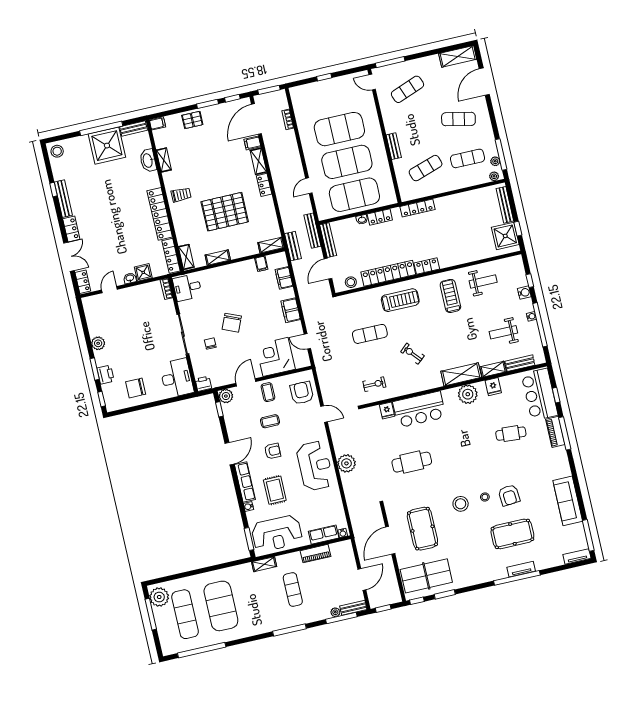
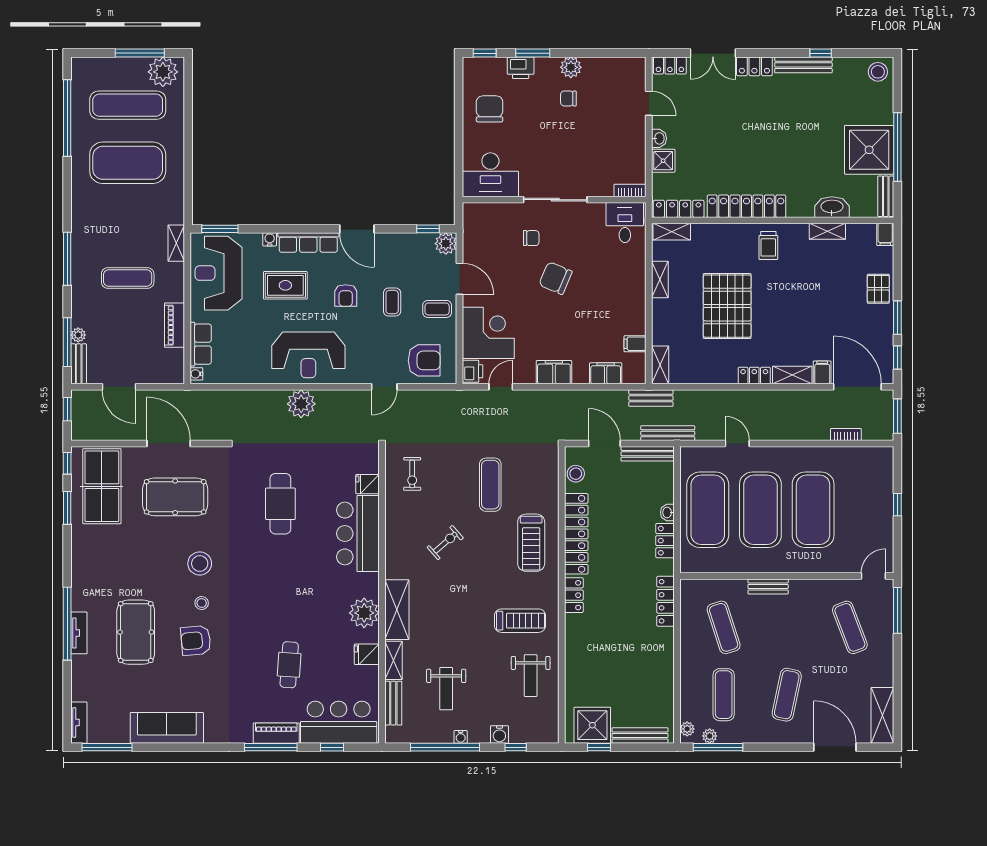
weight bench: (503, 332) -> (446, 689), turned 180
chair: (118, 340) -> (568, 98), added
printer: (203, 384) -> (473, 371), moved

